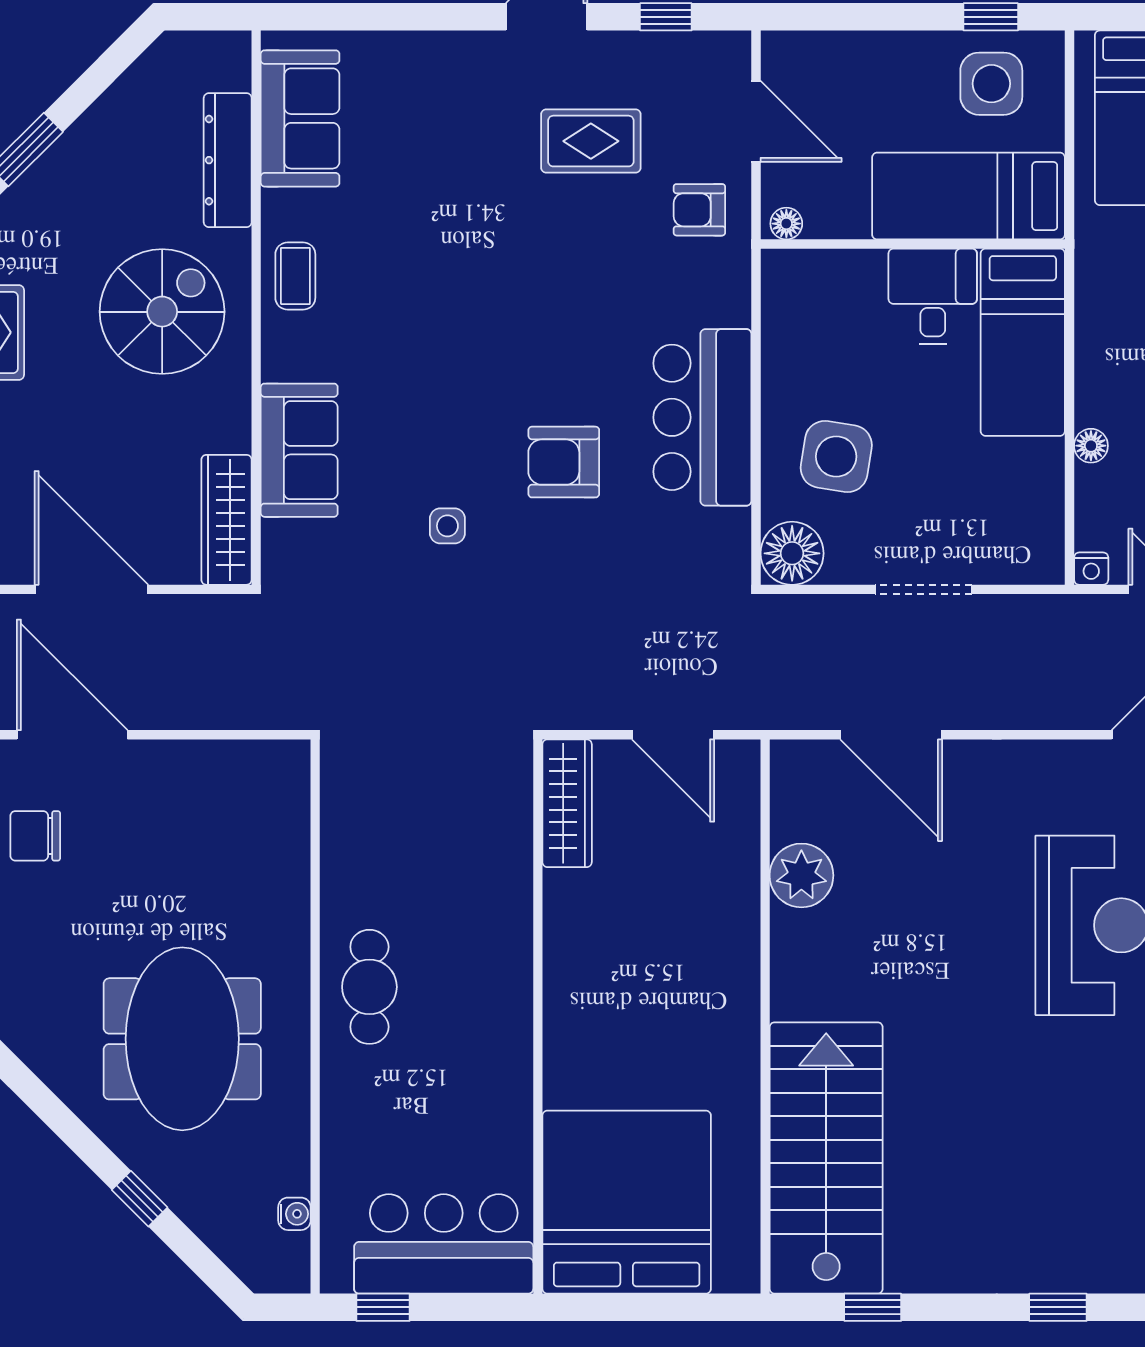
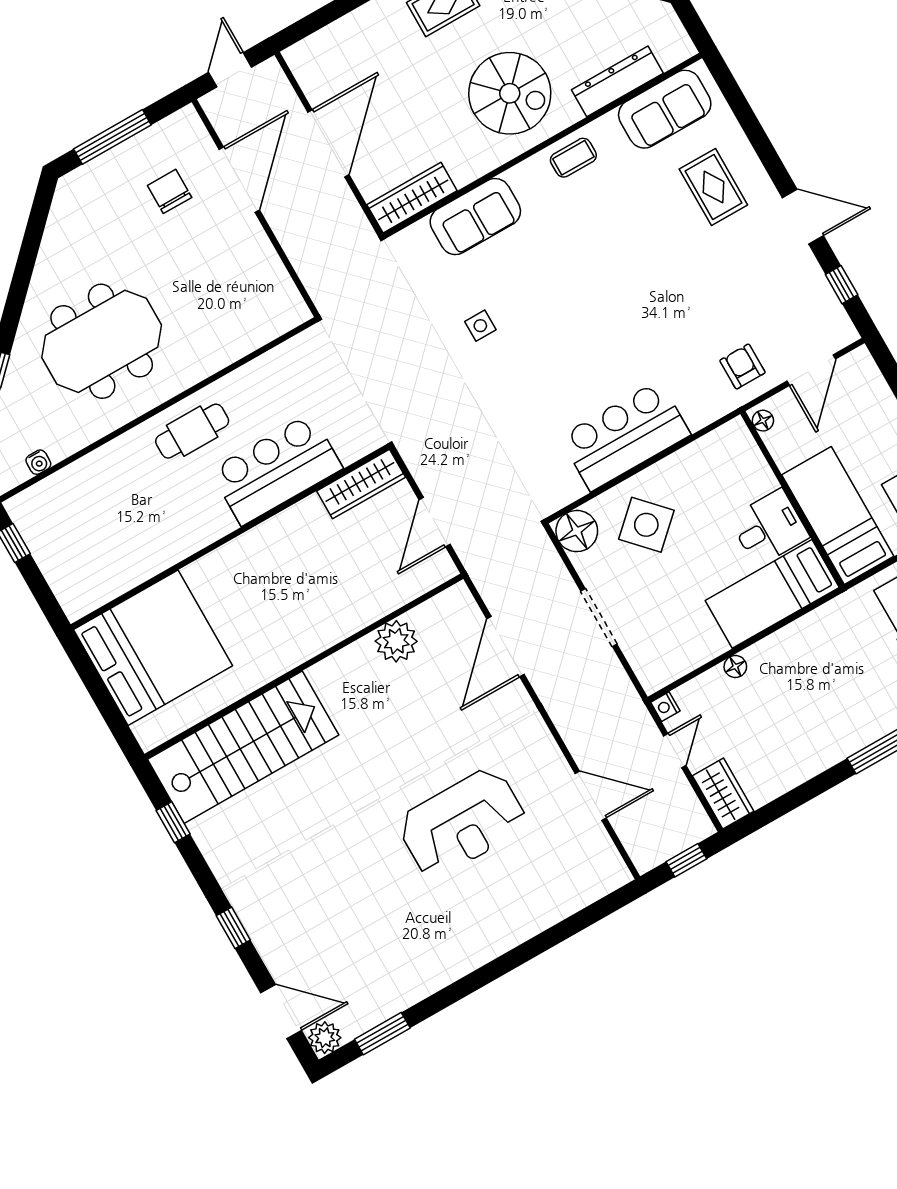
rug: (591, 141) -> (713, 187), moved
side table: (836, 457) -> (646, 525), turned 38
armchair: (564, 462) -> (555, 371), removed
bar counter: (444, 1244) -> (276, 469), moved, turned -90

